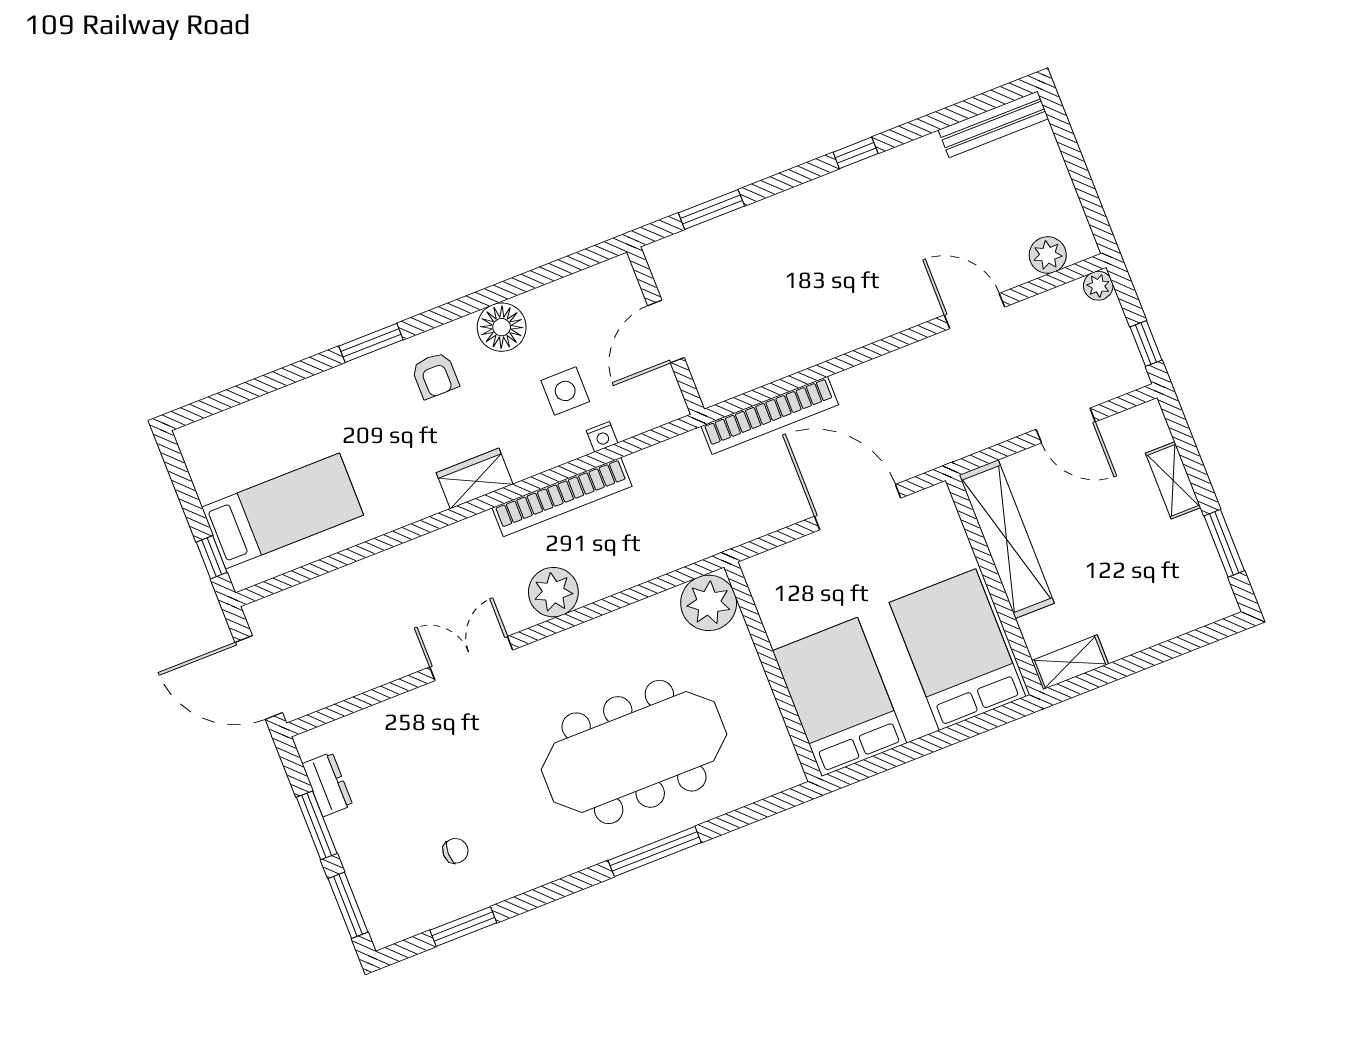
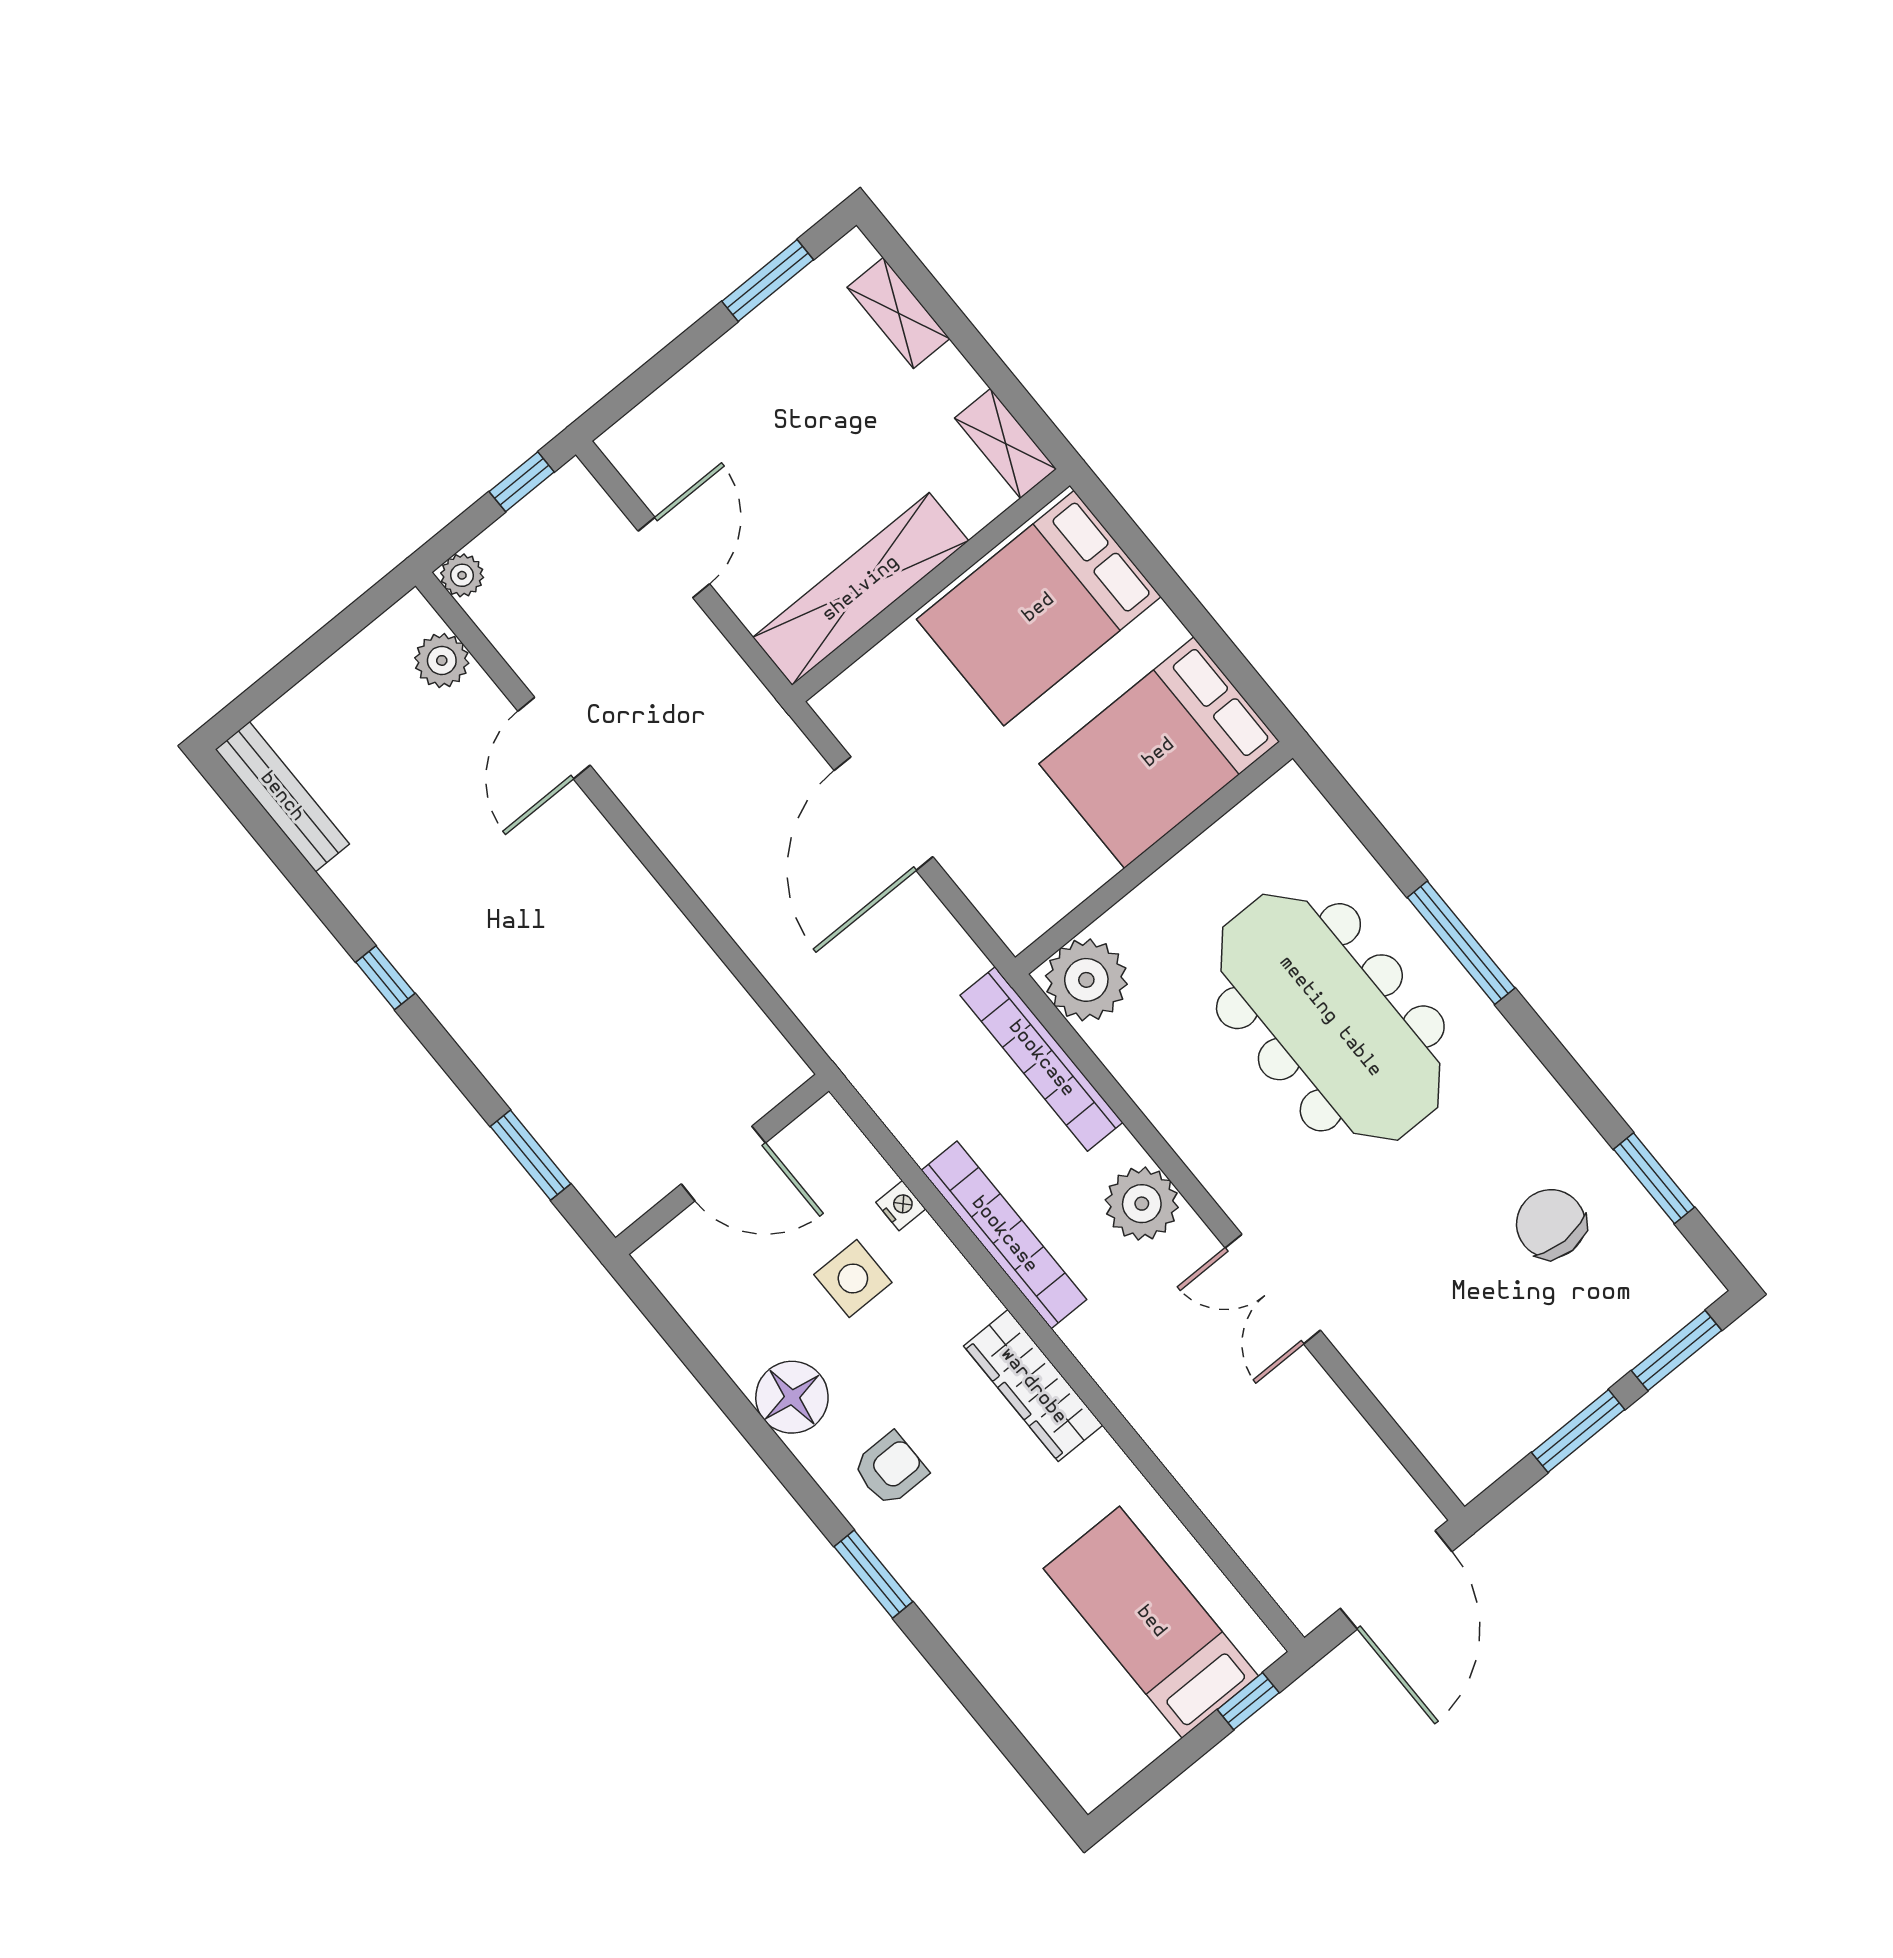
bookcase: (770, 415) -> (1041, 1059), moved, turned 180
wardrobe: (475, 478) -> (1033, 1386), width x1.50
shelving: (1173, 480) -> (898, 313), moved, turned 90
dresser: (327, 784) -> (1516, 1435), removed
chair: (455, 851) -> (1551, 1224), width x1.87, depth x1.87

